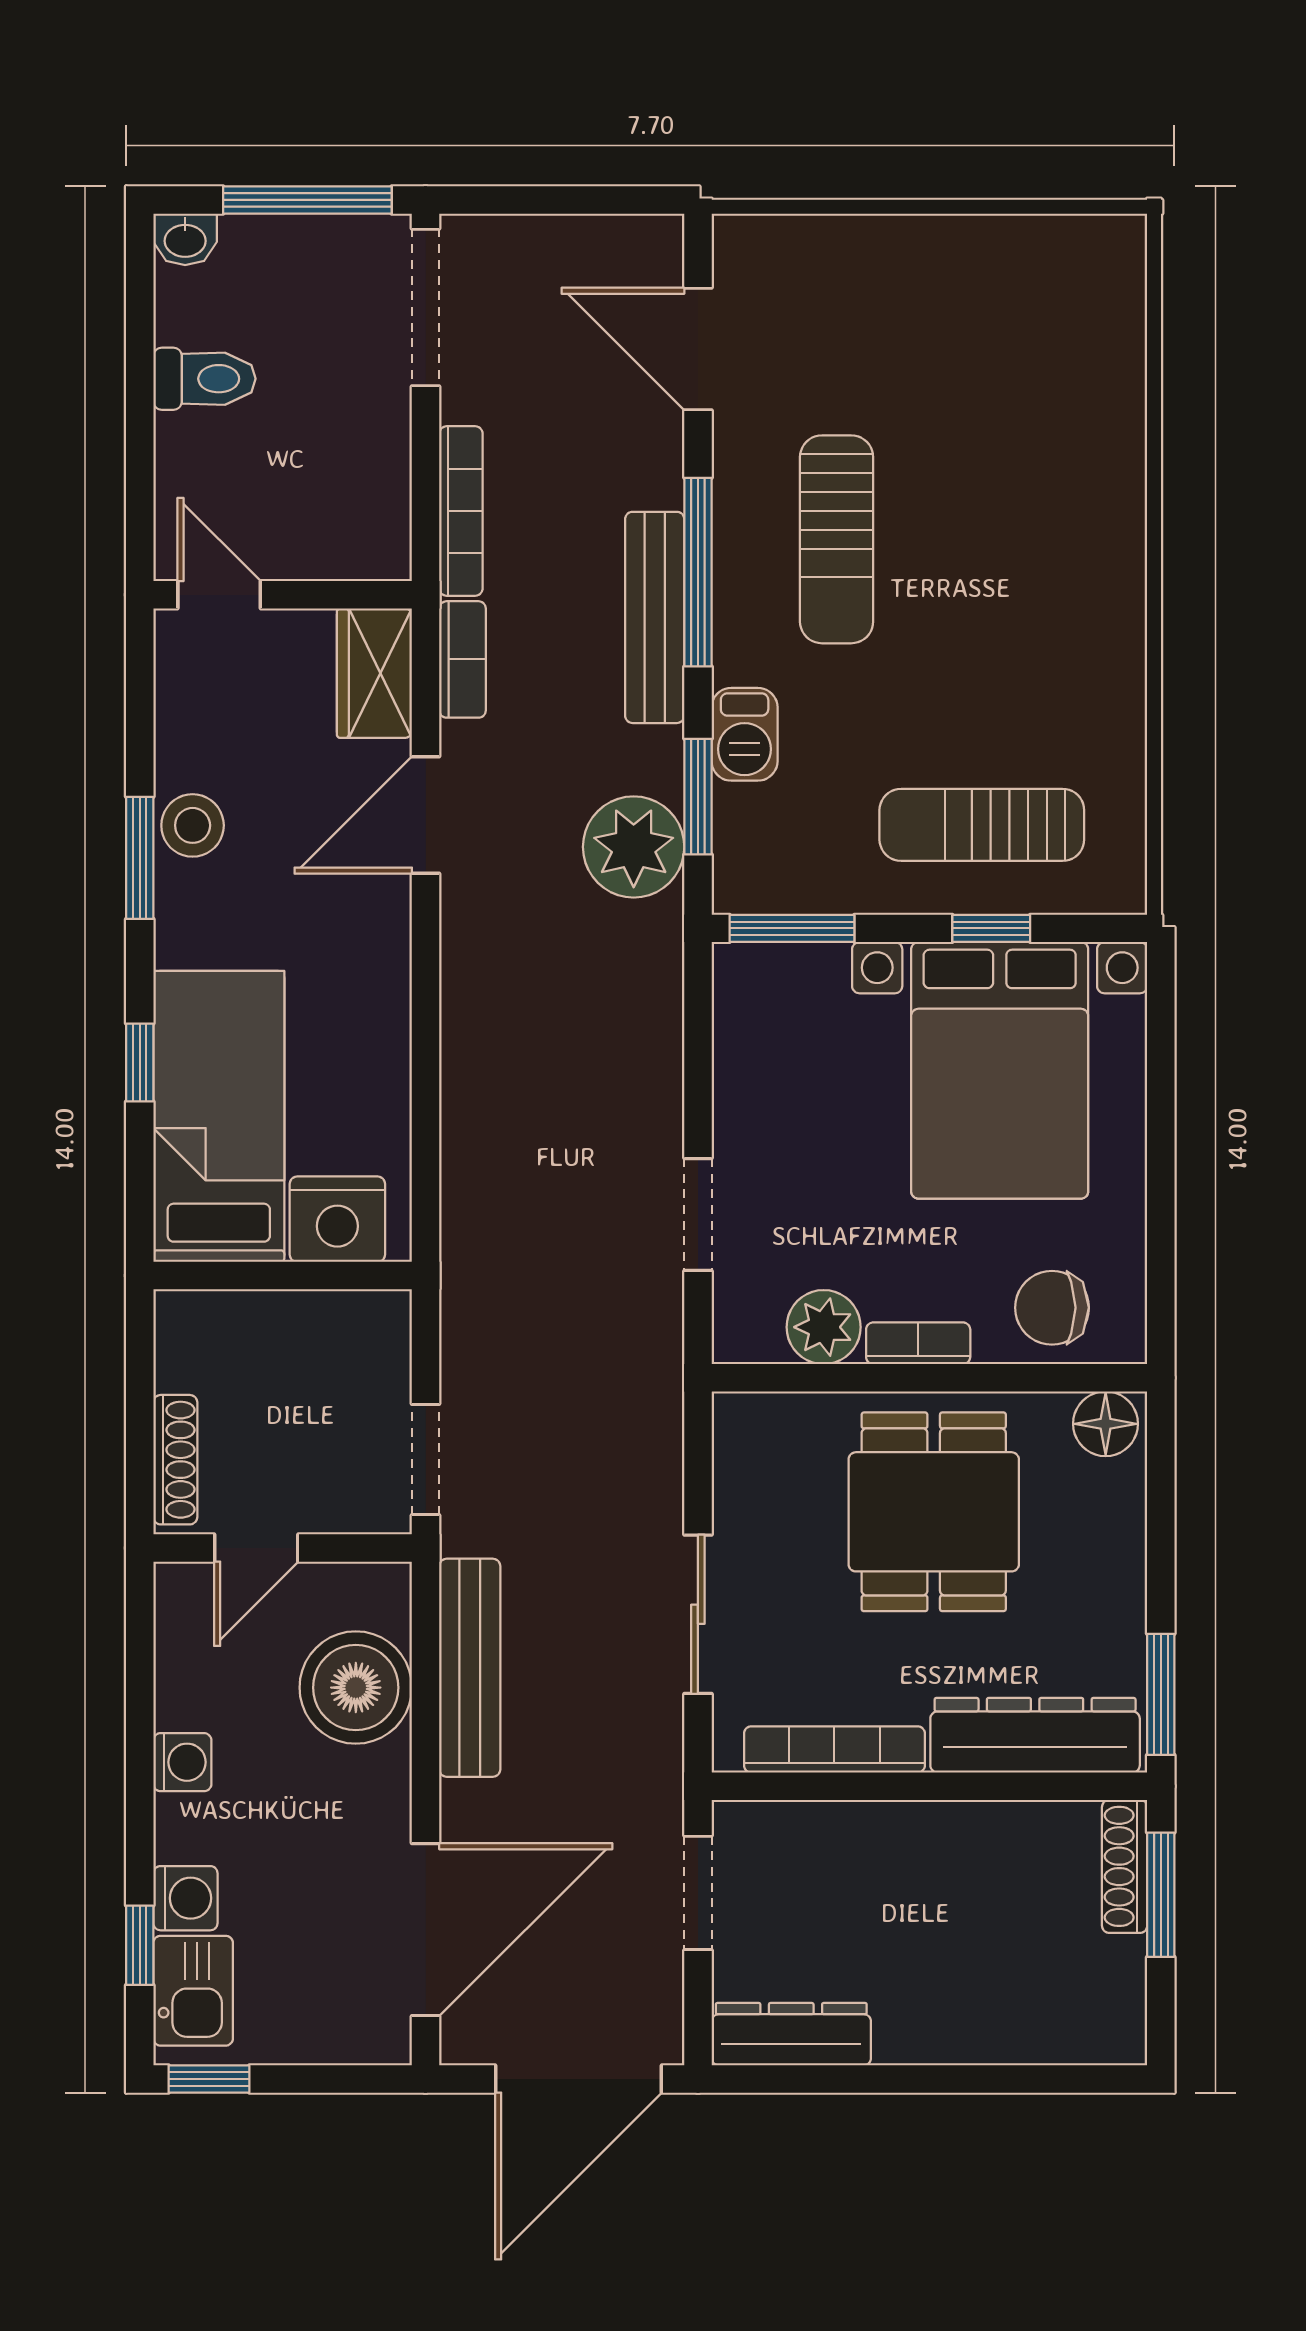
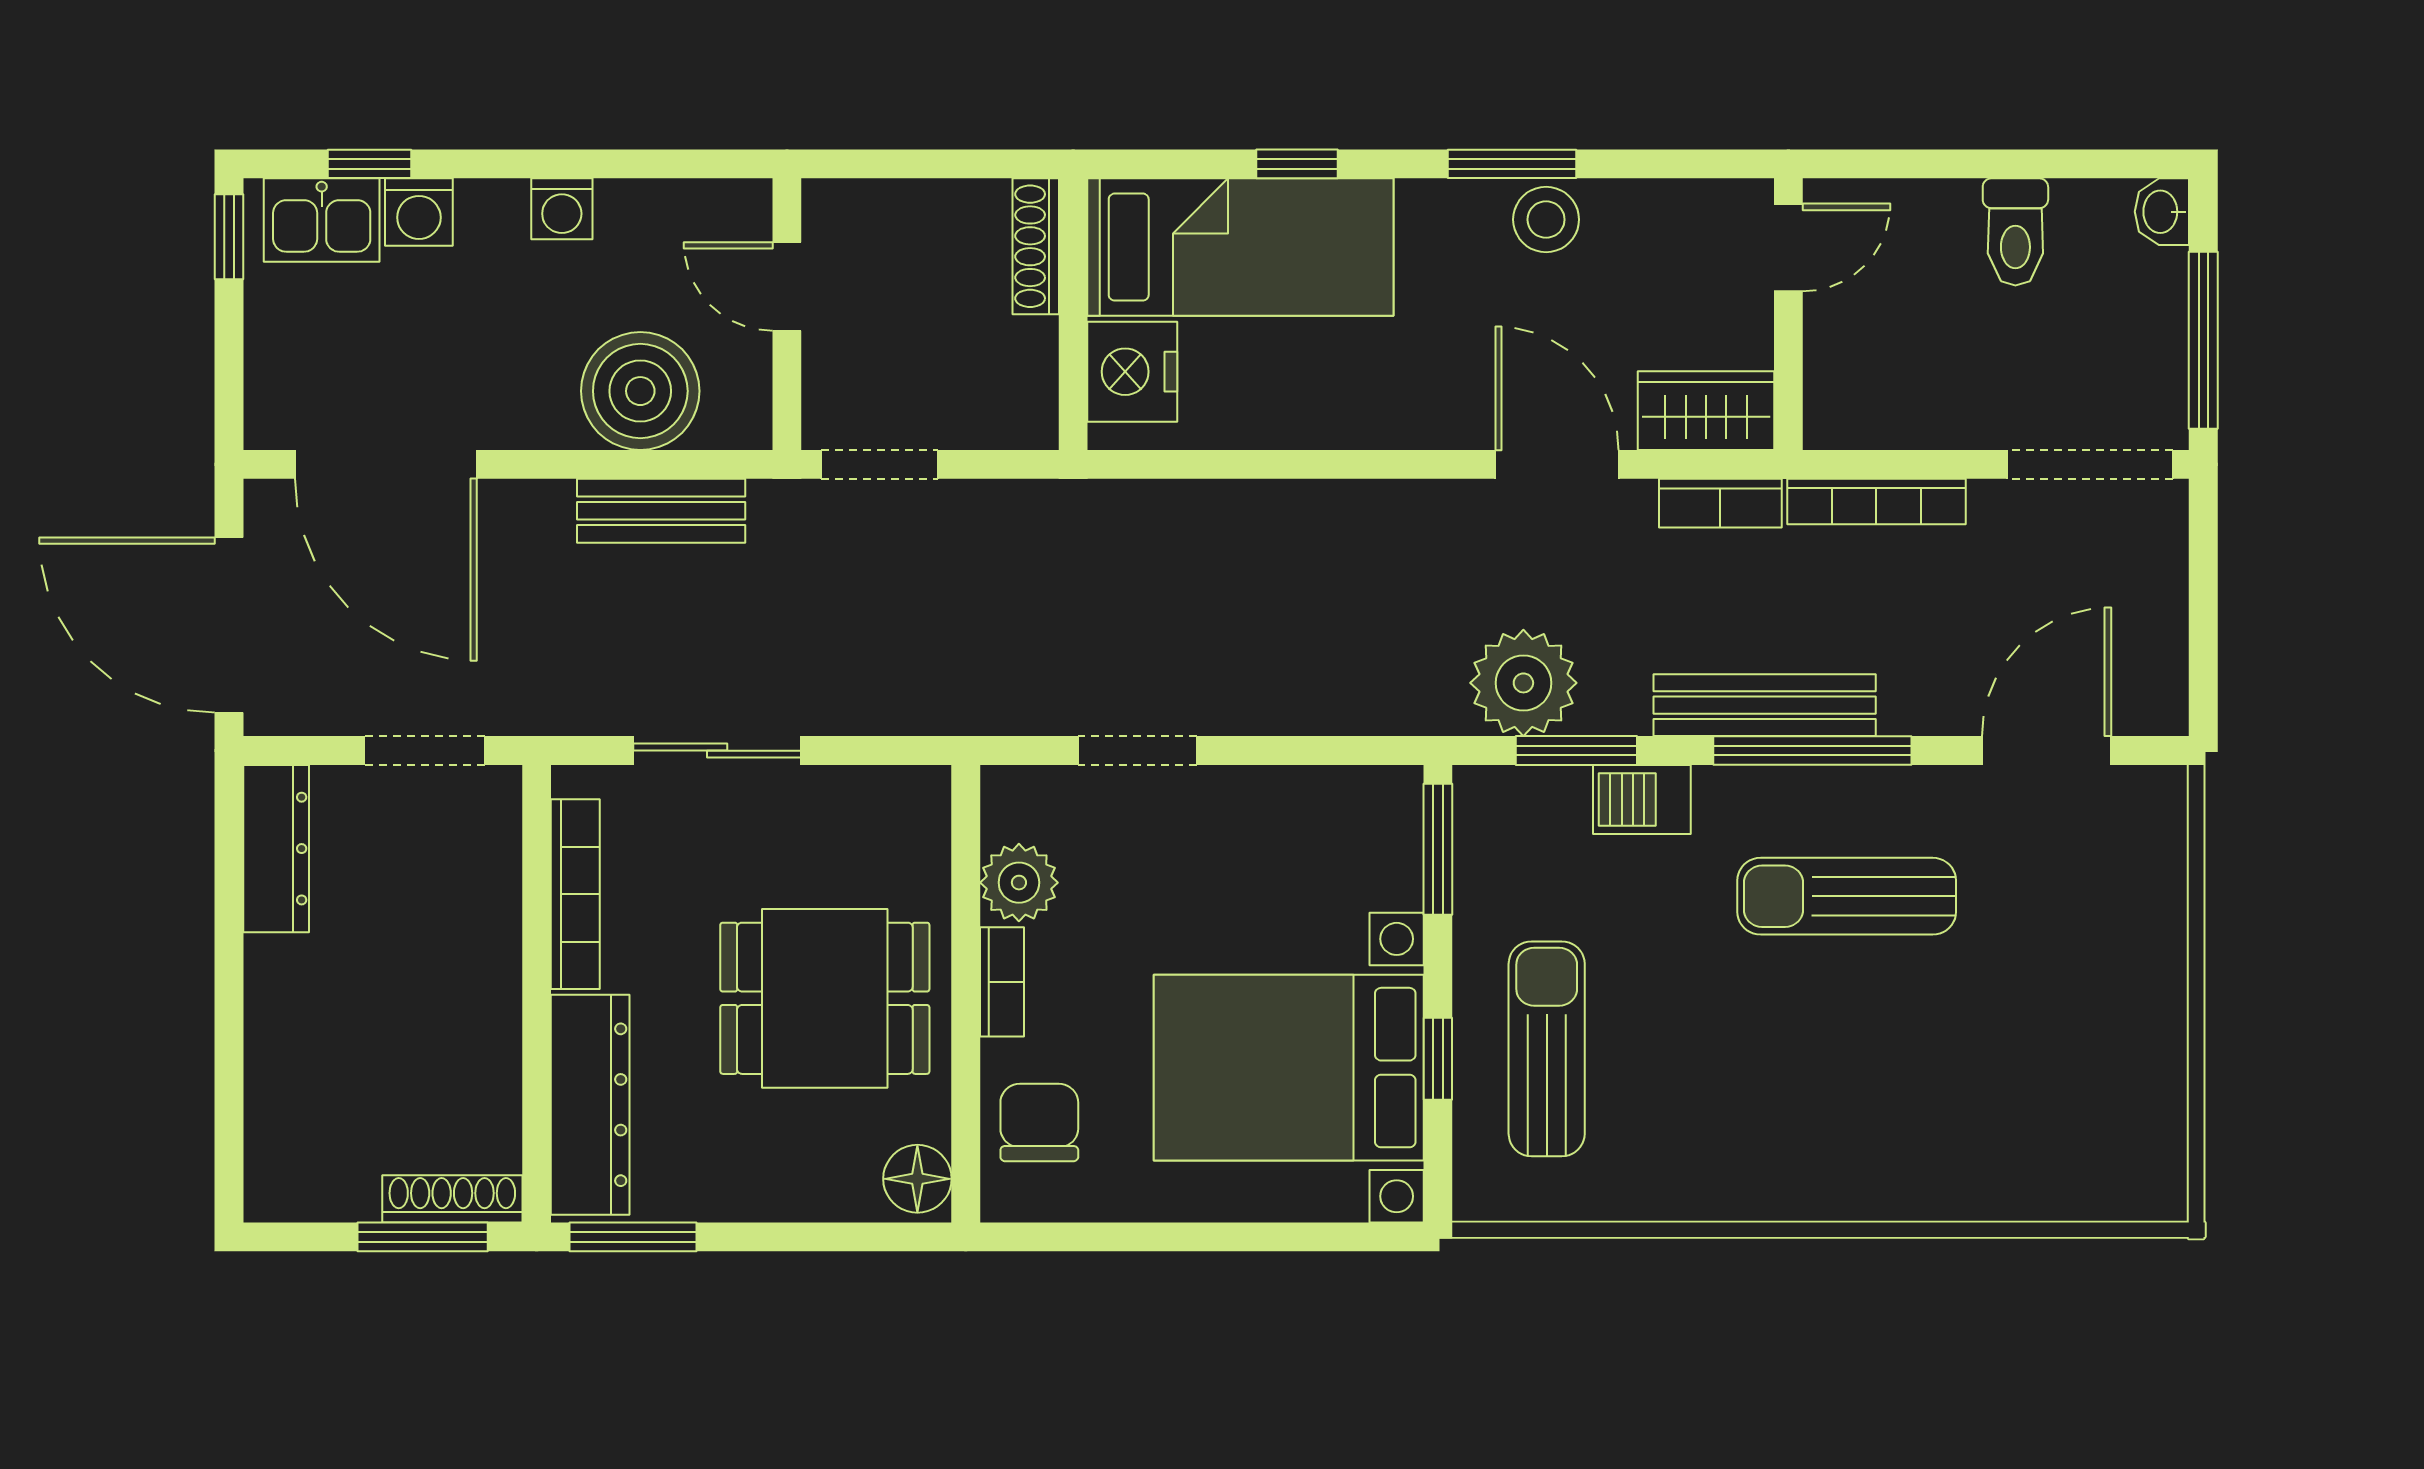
shoe rack: (175, 1460) -> (1036, 246), moved, turned 90
bench: (470, 1668) -> (661, 511), width x0.73

